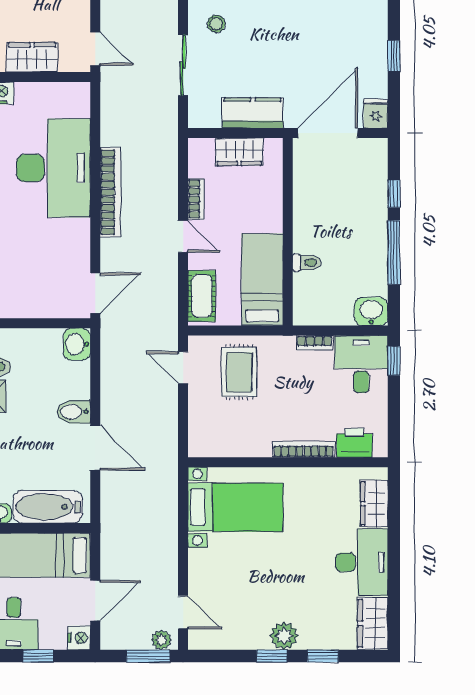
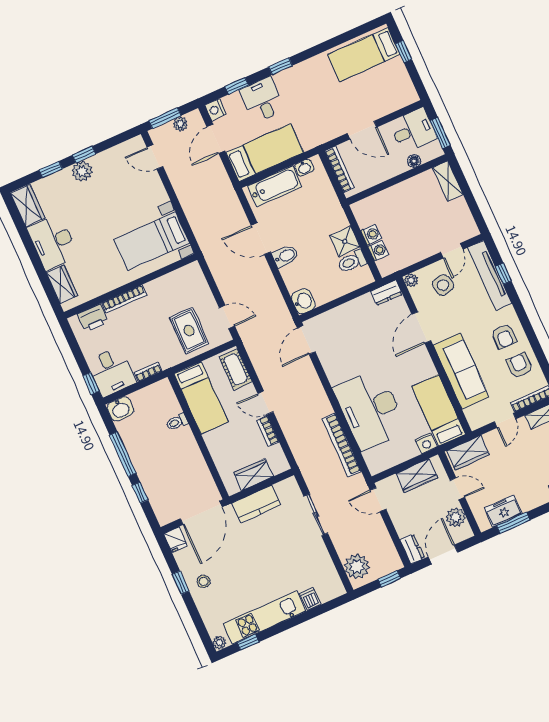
stool: (216, 24) -> (204, 581), moved
bookcase: (110, 192) -> (342, 445), moved
plant: (161, 640) -> (180, 124), moved

